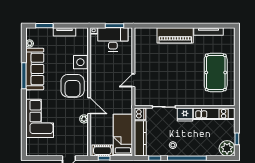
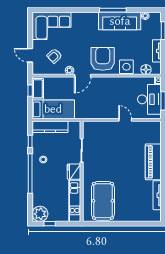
floor lamp: (83, 43) -> (146, 70), added
pool table: (216, 72) -> (103, 201), moved, turned 90
door: (133, 80) -> (125, 120), moved
armchair: (73, 86) -> (103, 59), turned 90
dishwasher: (140, 114) -> (75, 127), removed
corner sofa: (40, 118) -> (52, 26), moved
armchair: (69, 134) -> (54, 56), added

